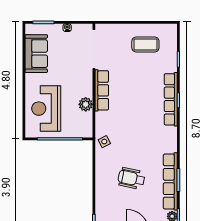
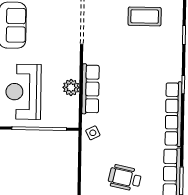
row of seats: (102, 90) -> (91, 89), moved
row of seats: (171, 99) -> (173, 114), moved

